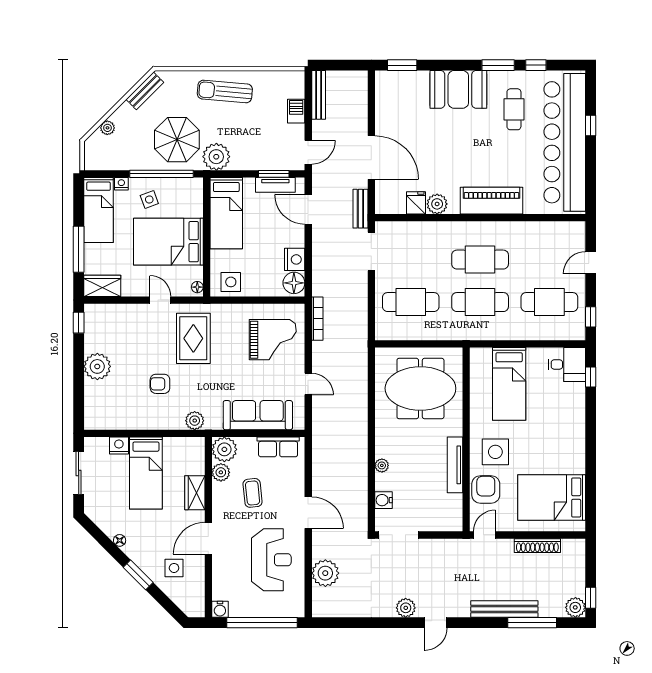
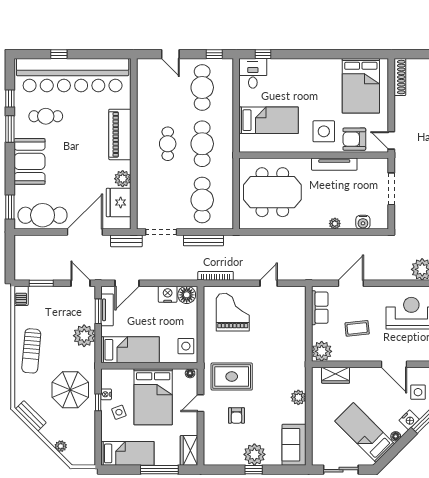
bench: (319, 95) -> (203, 240), moved
window: (308, 104) -> (41, 283), added
cafe table: (392, 105) -> (43, 215), added
barbecue: (296, 111) -> (21, 296), moved, turned -90
plant: (216, 157) -> (84, 336), moved
window: (161, 174) -> (98, 402), width x0.32
nightstand: (121, 184) -> (106, 394), moved
fridge: (416, 203) -> (119, 202), width x1.88, depth x1.34
cafe table: (480, 260) -> (168, 144), width x0.73, depth x0.74
window: (79, 323) -> (254, 470), moved
armchair: (160, 384) -> (236, 415), moved
meeting table: (420, 388) -> (272, 192), turned 90
sofa: (258, 415) -> (294, 445), moved, width x0.73
plant: (195, 421) -> (298, 397), moved
nightstand: (119, 445) -> (409, 420), moved, turned -135
plant: (221, 472) -> (340, 354), removed
bed: (146, 473) -> (365, 433), moved, turned -135
wardrobe: (195, 493) -> (336, 375), moved
door: (308, 513) -> (351, 283), moved
doorway: (398, 535) -> (391, 189), moved
shoe rack: (537, 546) -> (400, 77), moved

